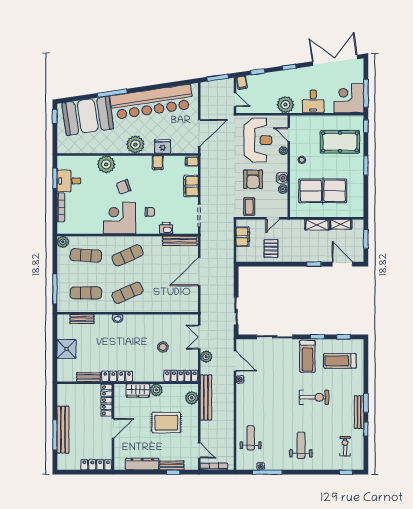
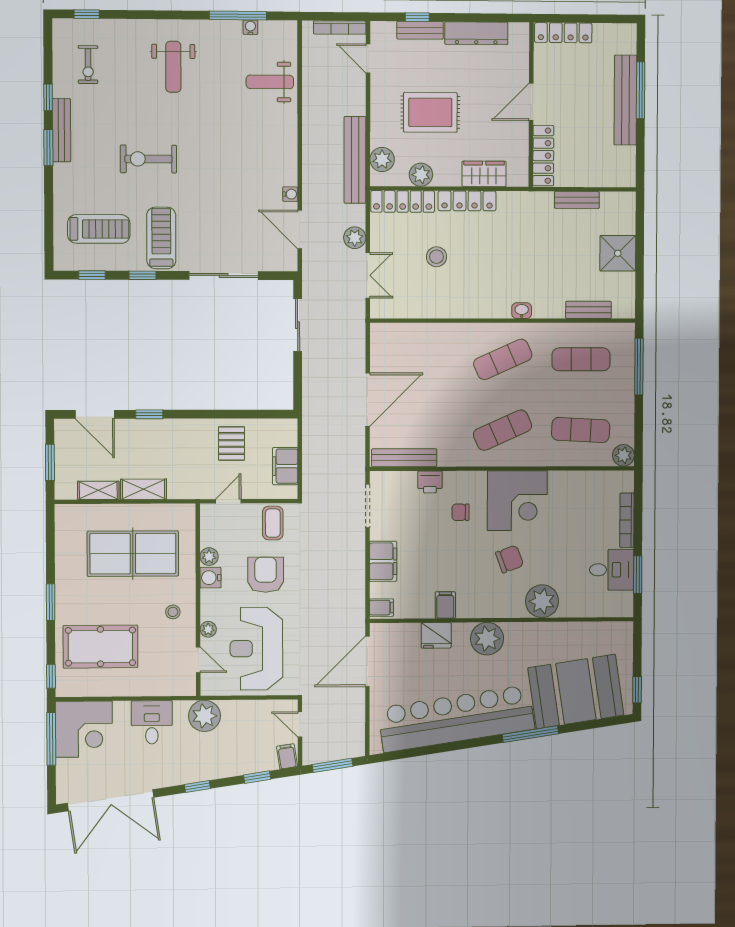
locker: (117, 376) -> (467, 201), moved
plant: (156, 390) -> (421, 175), moved
weight bench: (251, 438) -> (270, 82), turned 90

